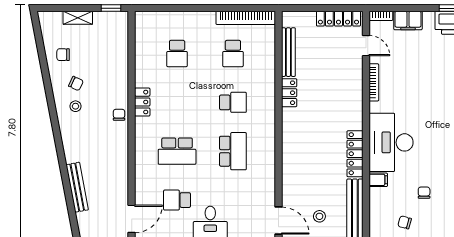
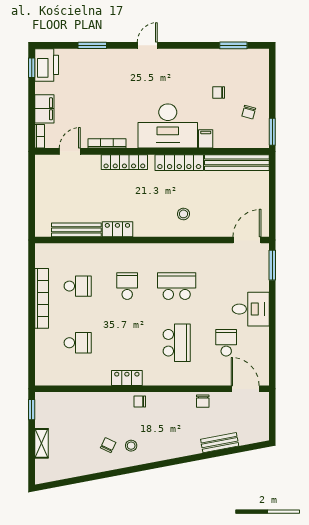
bookcase: (246, 18) -> (42, 298), moved
locker: (338, 19) -> (124, 162), moved, turned 90
chair: (63, 55) -> (203, 401), moved
bench: (77, 187) -> (220, 443), width x0.73
school desk: (177, 200) -> (226, 343), turned 180
stool: (319, 216) -> (183, 214), moved

